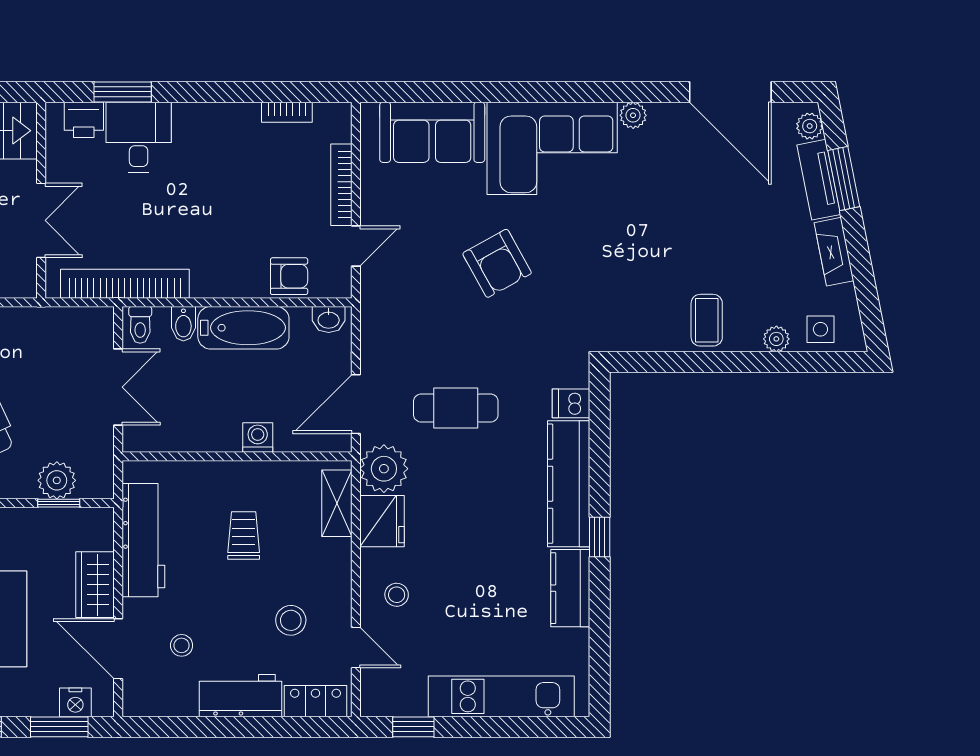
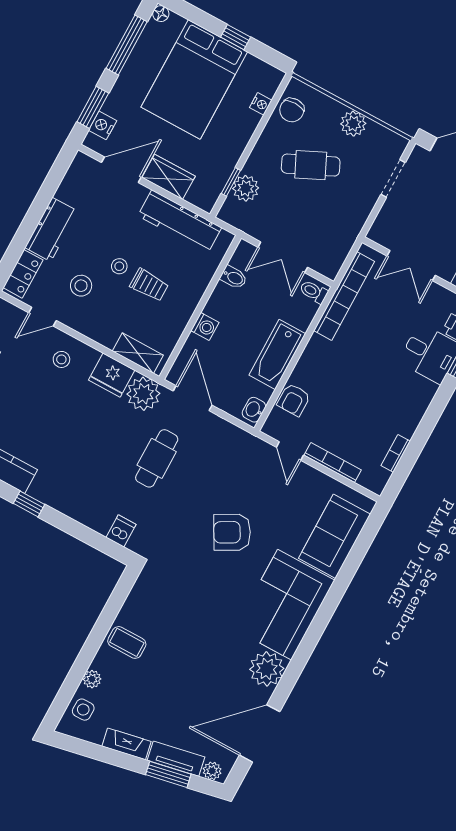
plant: (633, 115) -> (267, 669), width x1.88, depth x1.88
bidet: (183, 324) -> (234, 277), moved, turned 180
kitchen counter: (569, 484) -> (72, 503), removed
stool: (182, 645) -> (119, 266), moved

